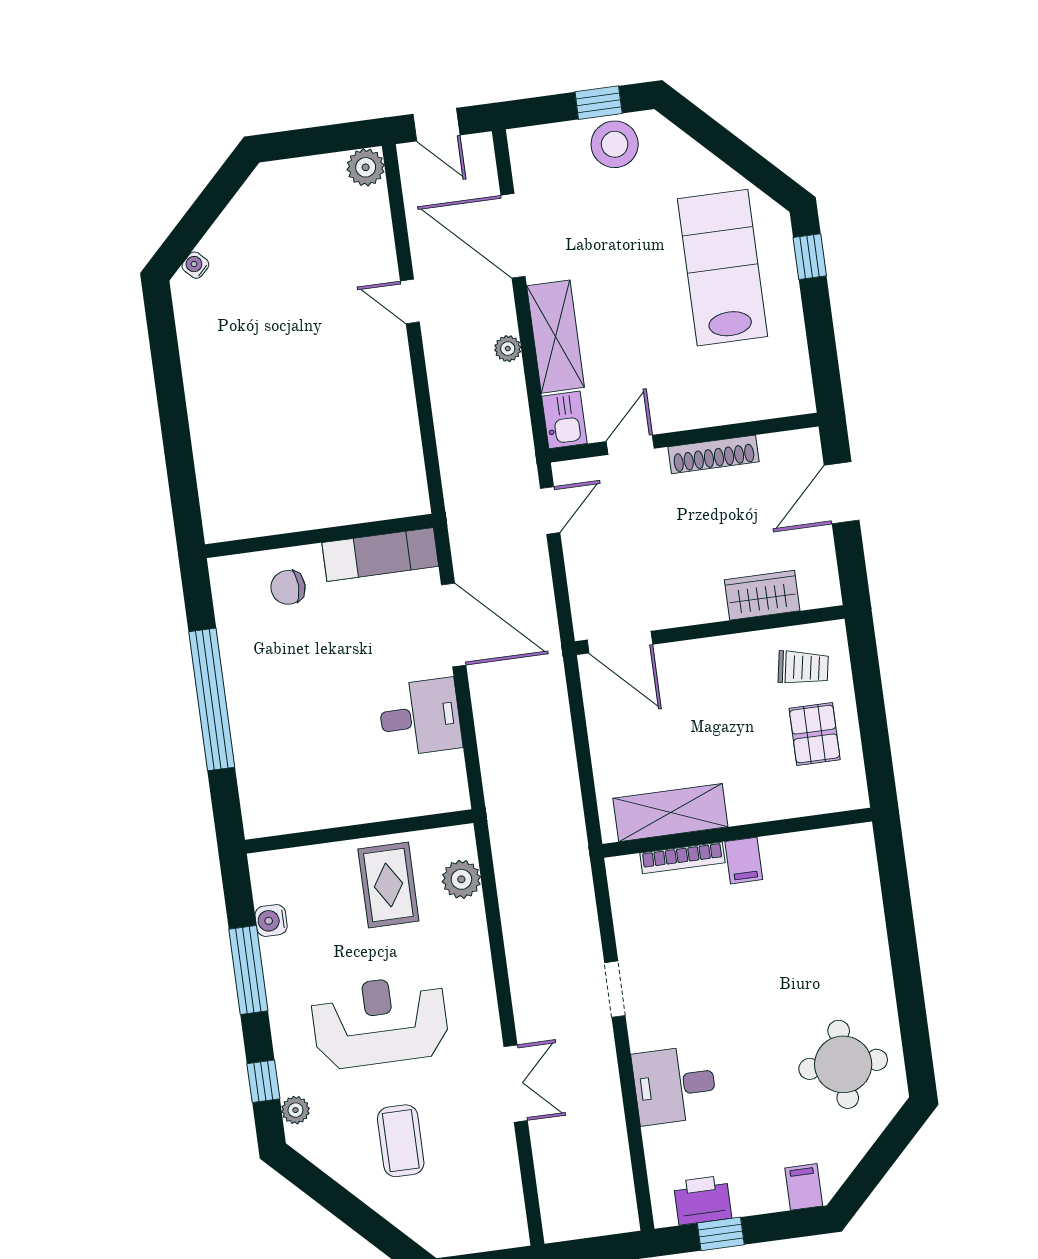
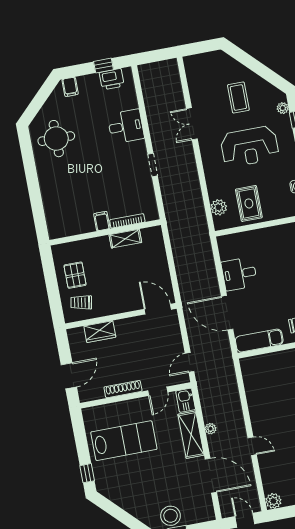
lab bench: (723, 268) -> (124, 441), moved, turned -90
shelving: (670, 813) -> (125, 239), width x0.67, depth x0.75

